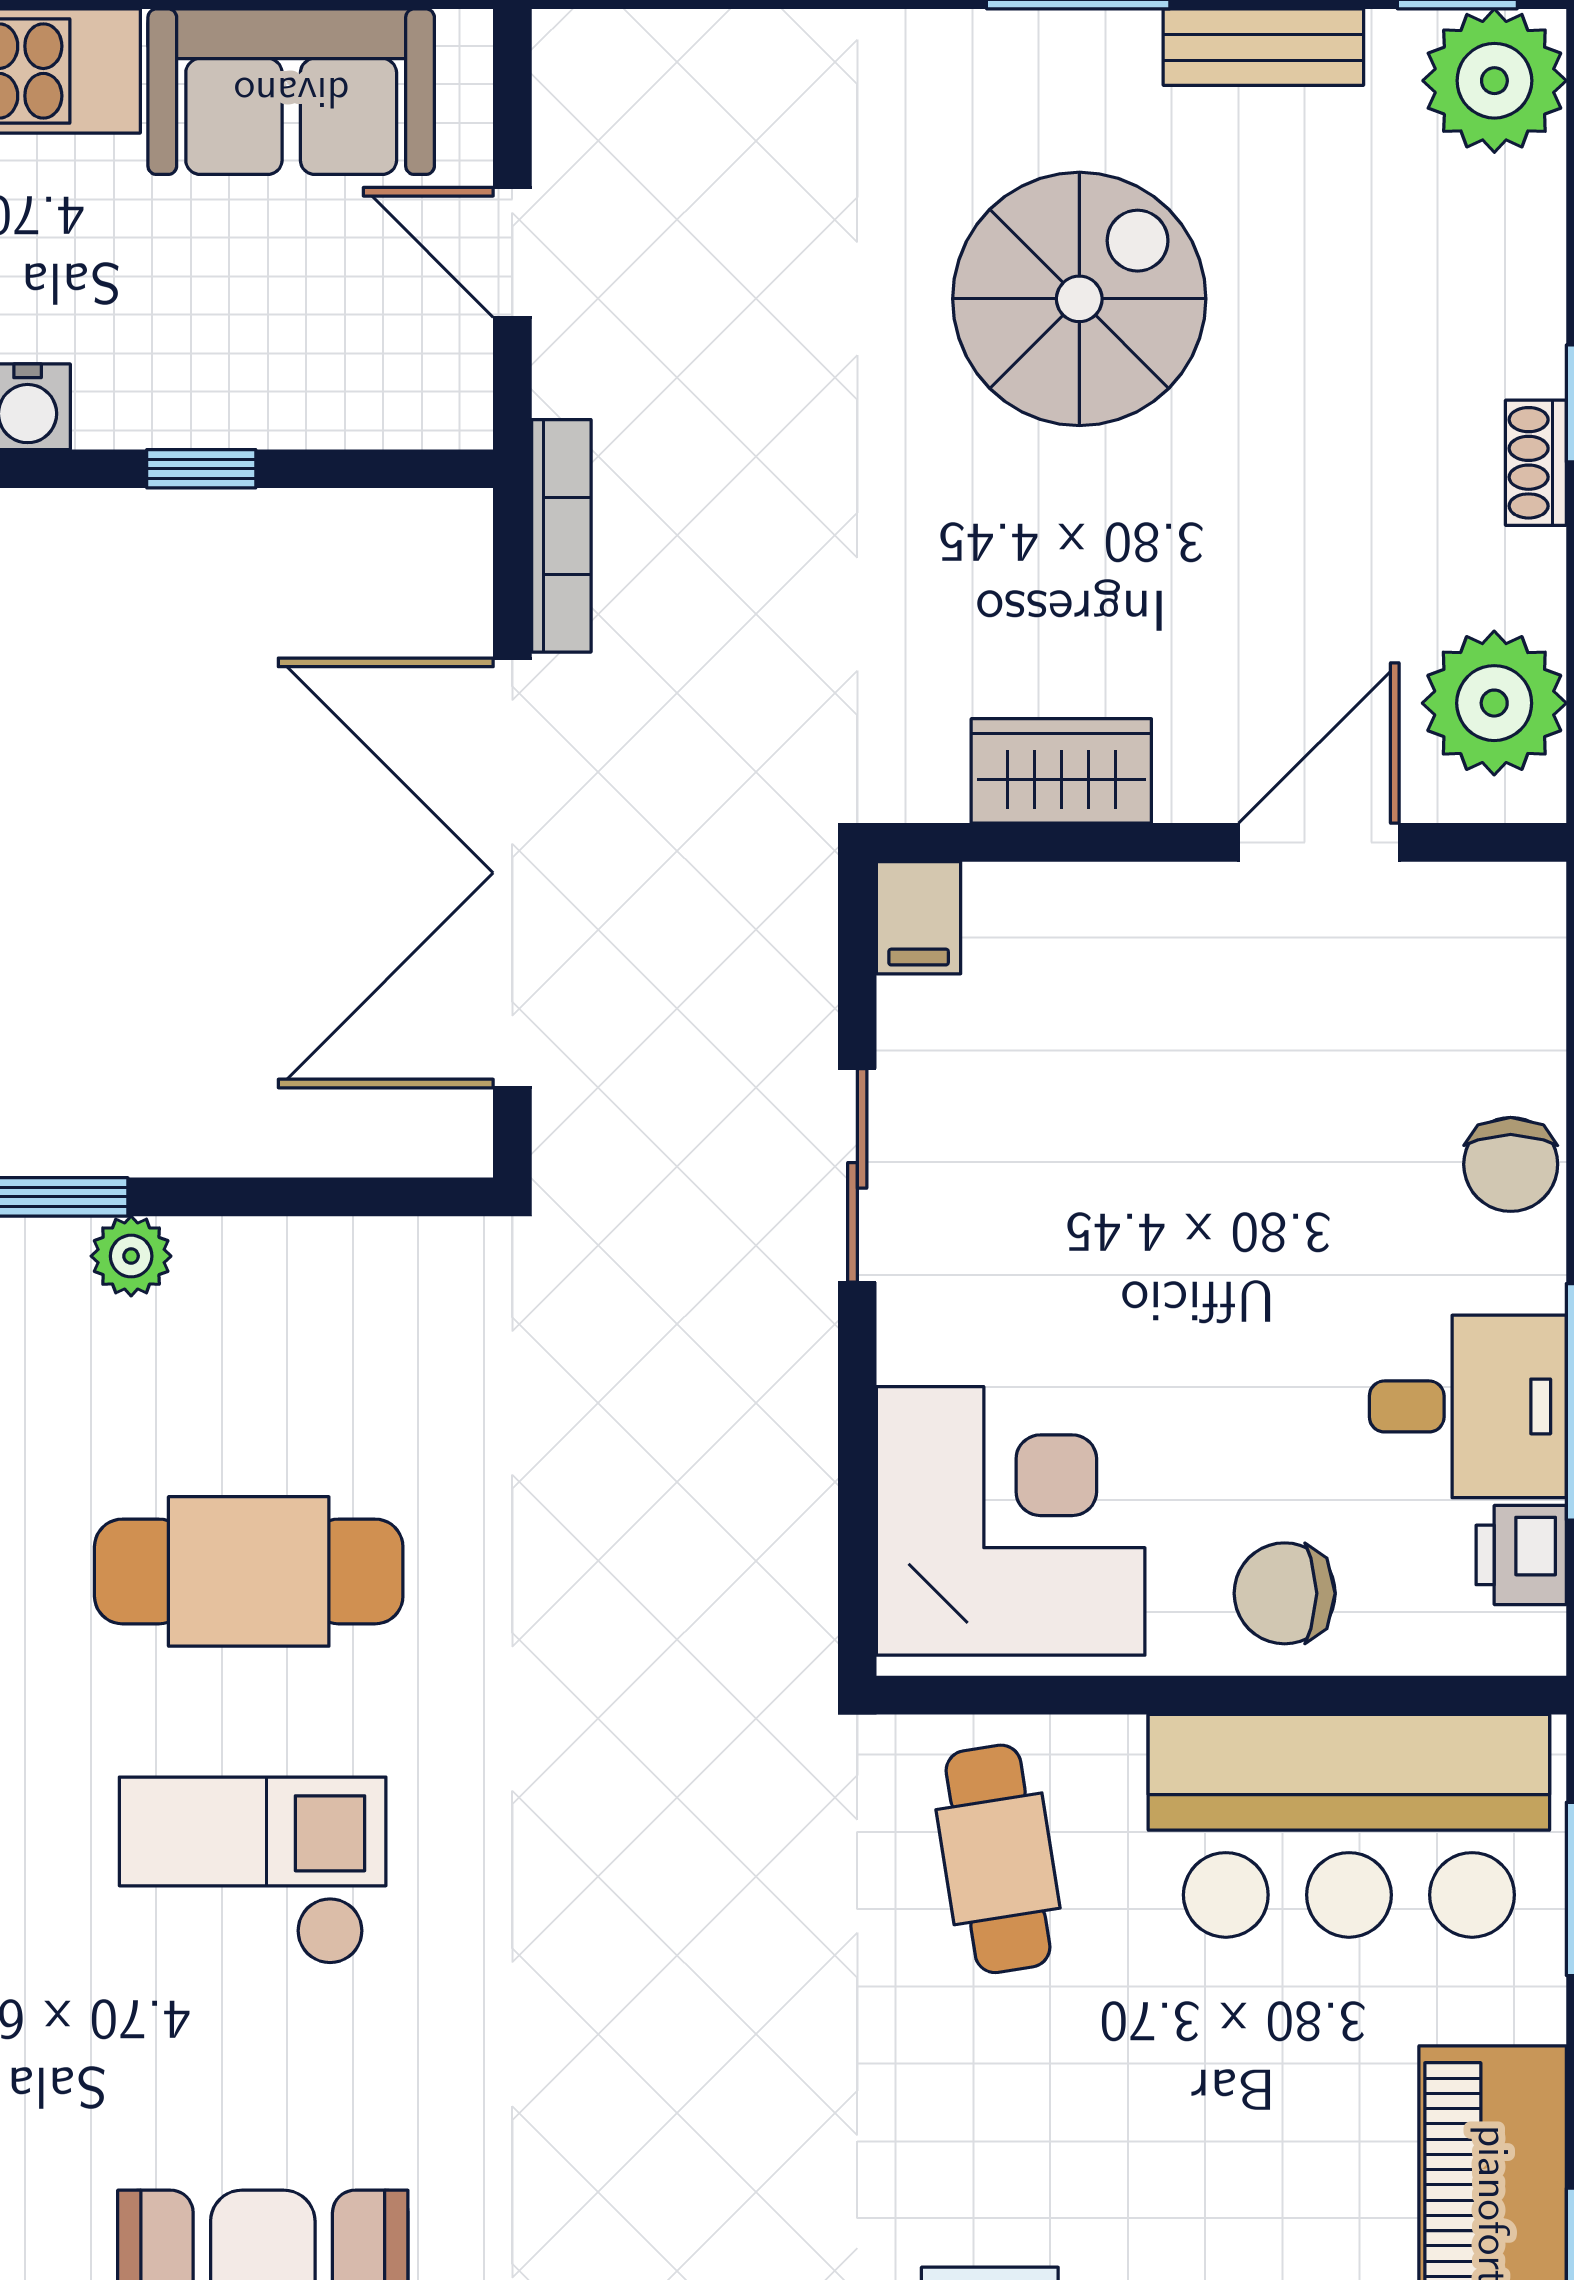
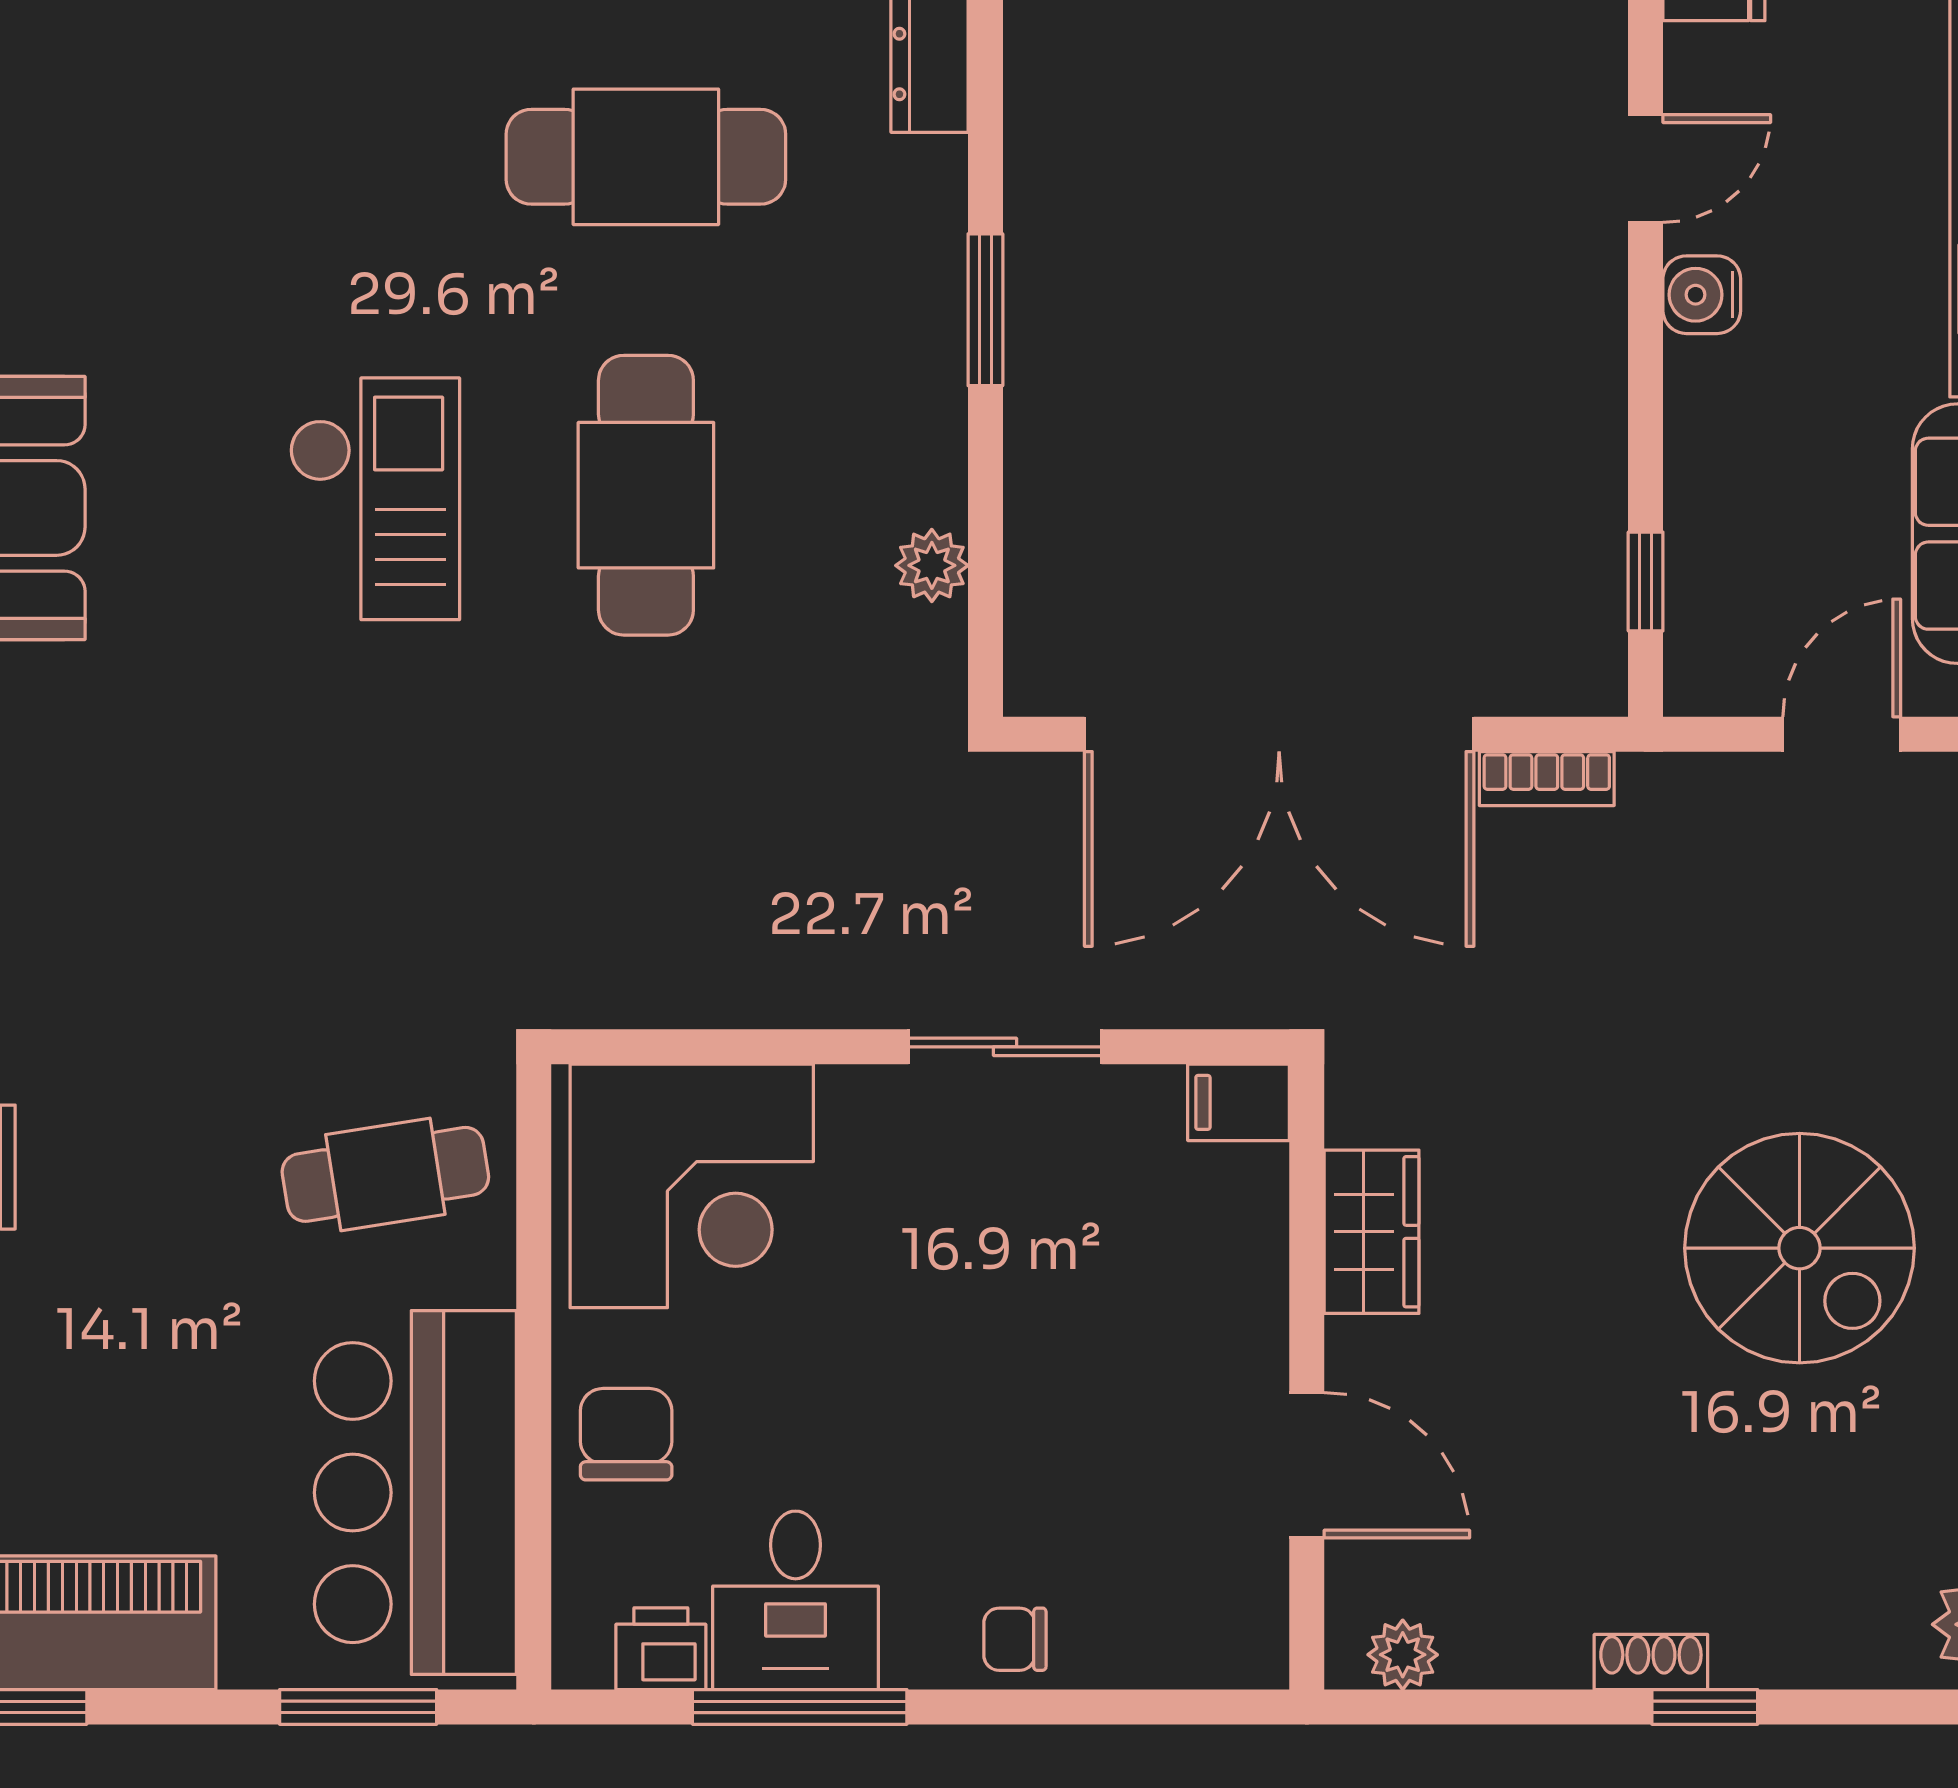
window: (201, 469) -> (1646, 581), moved
bookcase: (561, 536) -> (1547, 779), width x0.64
plant: (1494, 703) -> (1403, 1655), width x0.53, depth x0.53
double door: (512, 873) -> (1279, 734), swing flipped
chair: (1511, 1164) -> (1015, 1639), width x0.73, depth x0.73
plant: (131, 1256) -> (932, 565), moved

